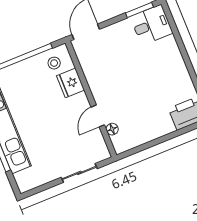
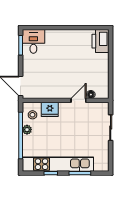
plant: (32, 64) -> (27, 130), added
door: (98, 116) -> (78, 100), swing flipped

